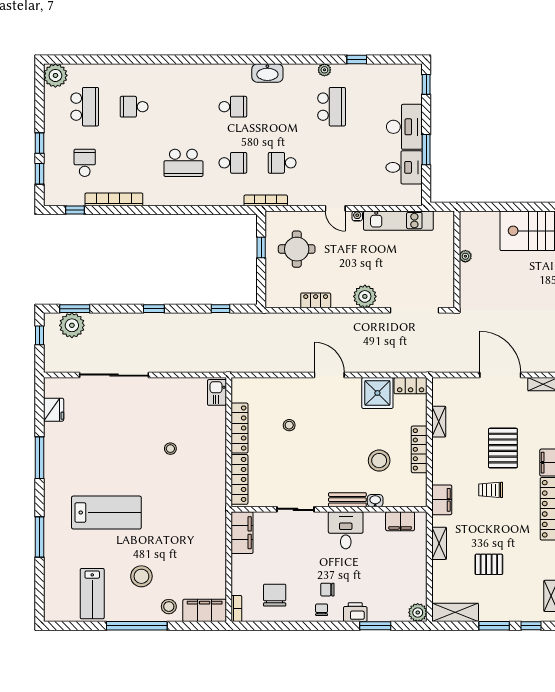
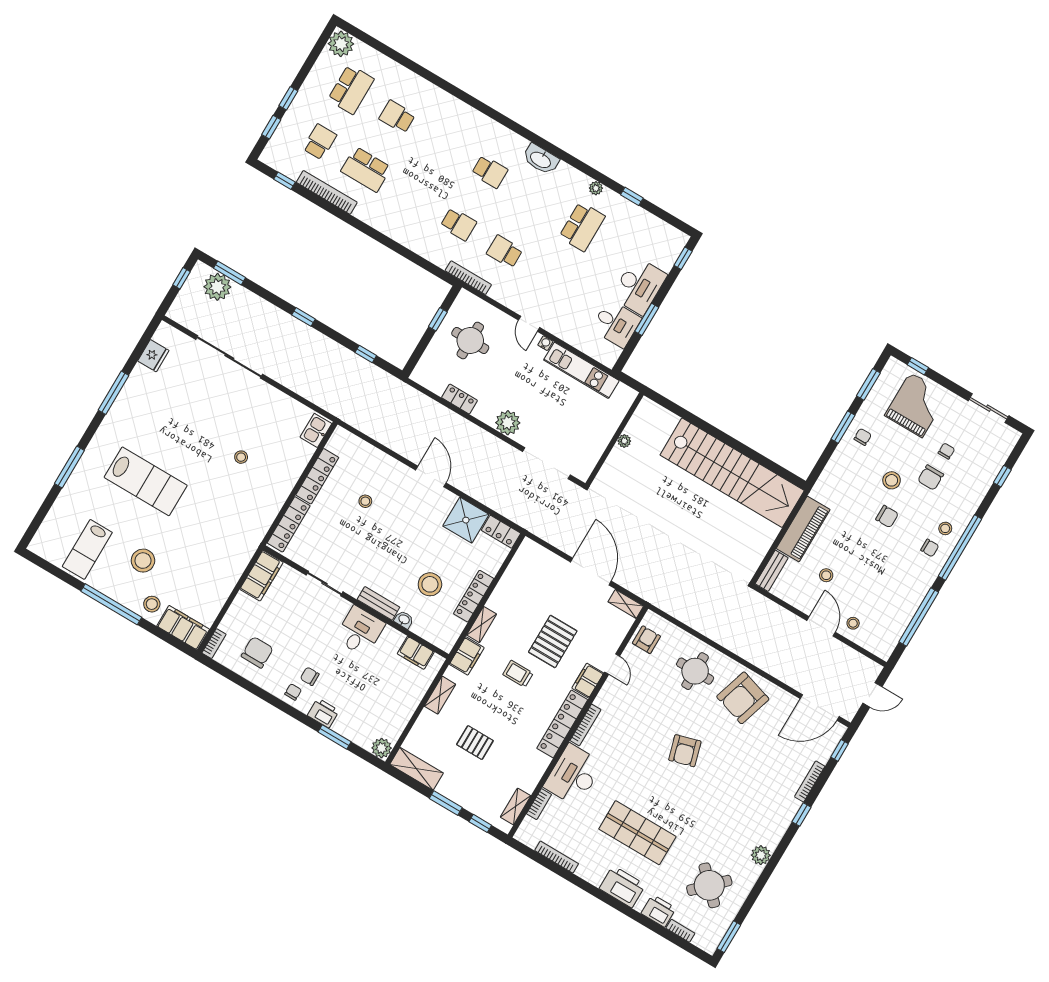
school desk: (183, 163) -> (366, 169), moved
shelving: (439, 422) -> (482, 625), moved

